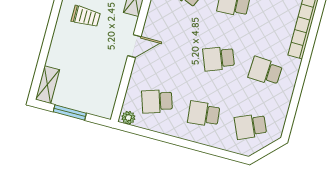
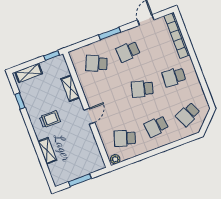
school desk: (219, 59) -> (142, 89), turned 36
shelving: (47, 85) -> (47, 151), moved
school desk: (157, 101) -> (125, 138), turned 36

